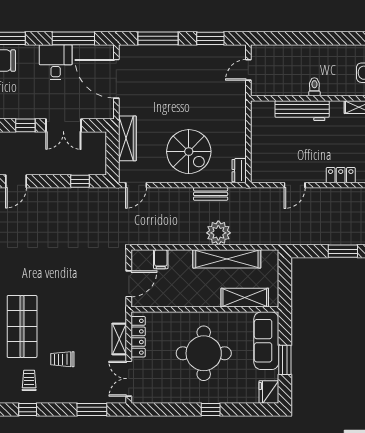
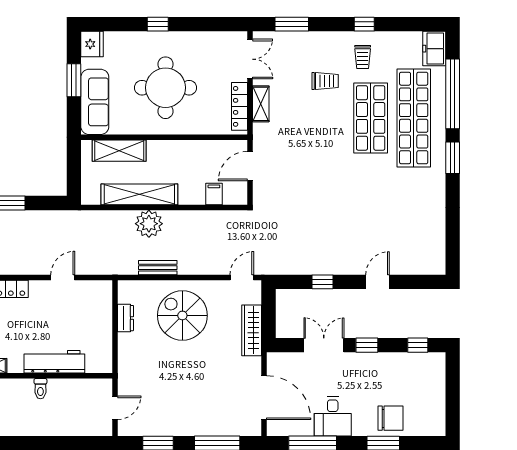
dresser: (239, 171) -> (125, 318), moved
window: (80, 181) -> (322, 282), moved

